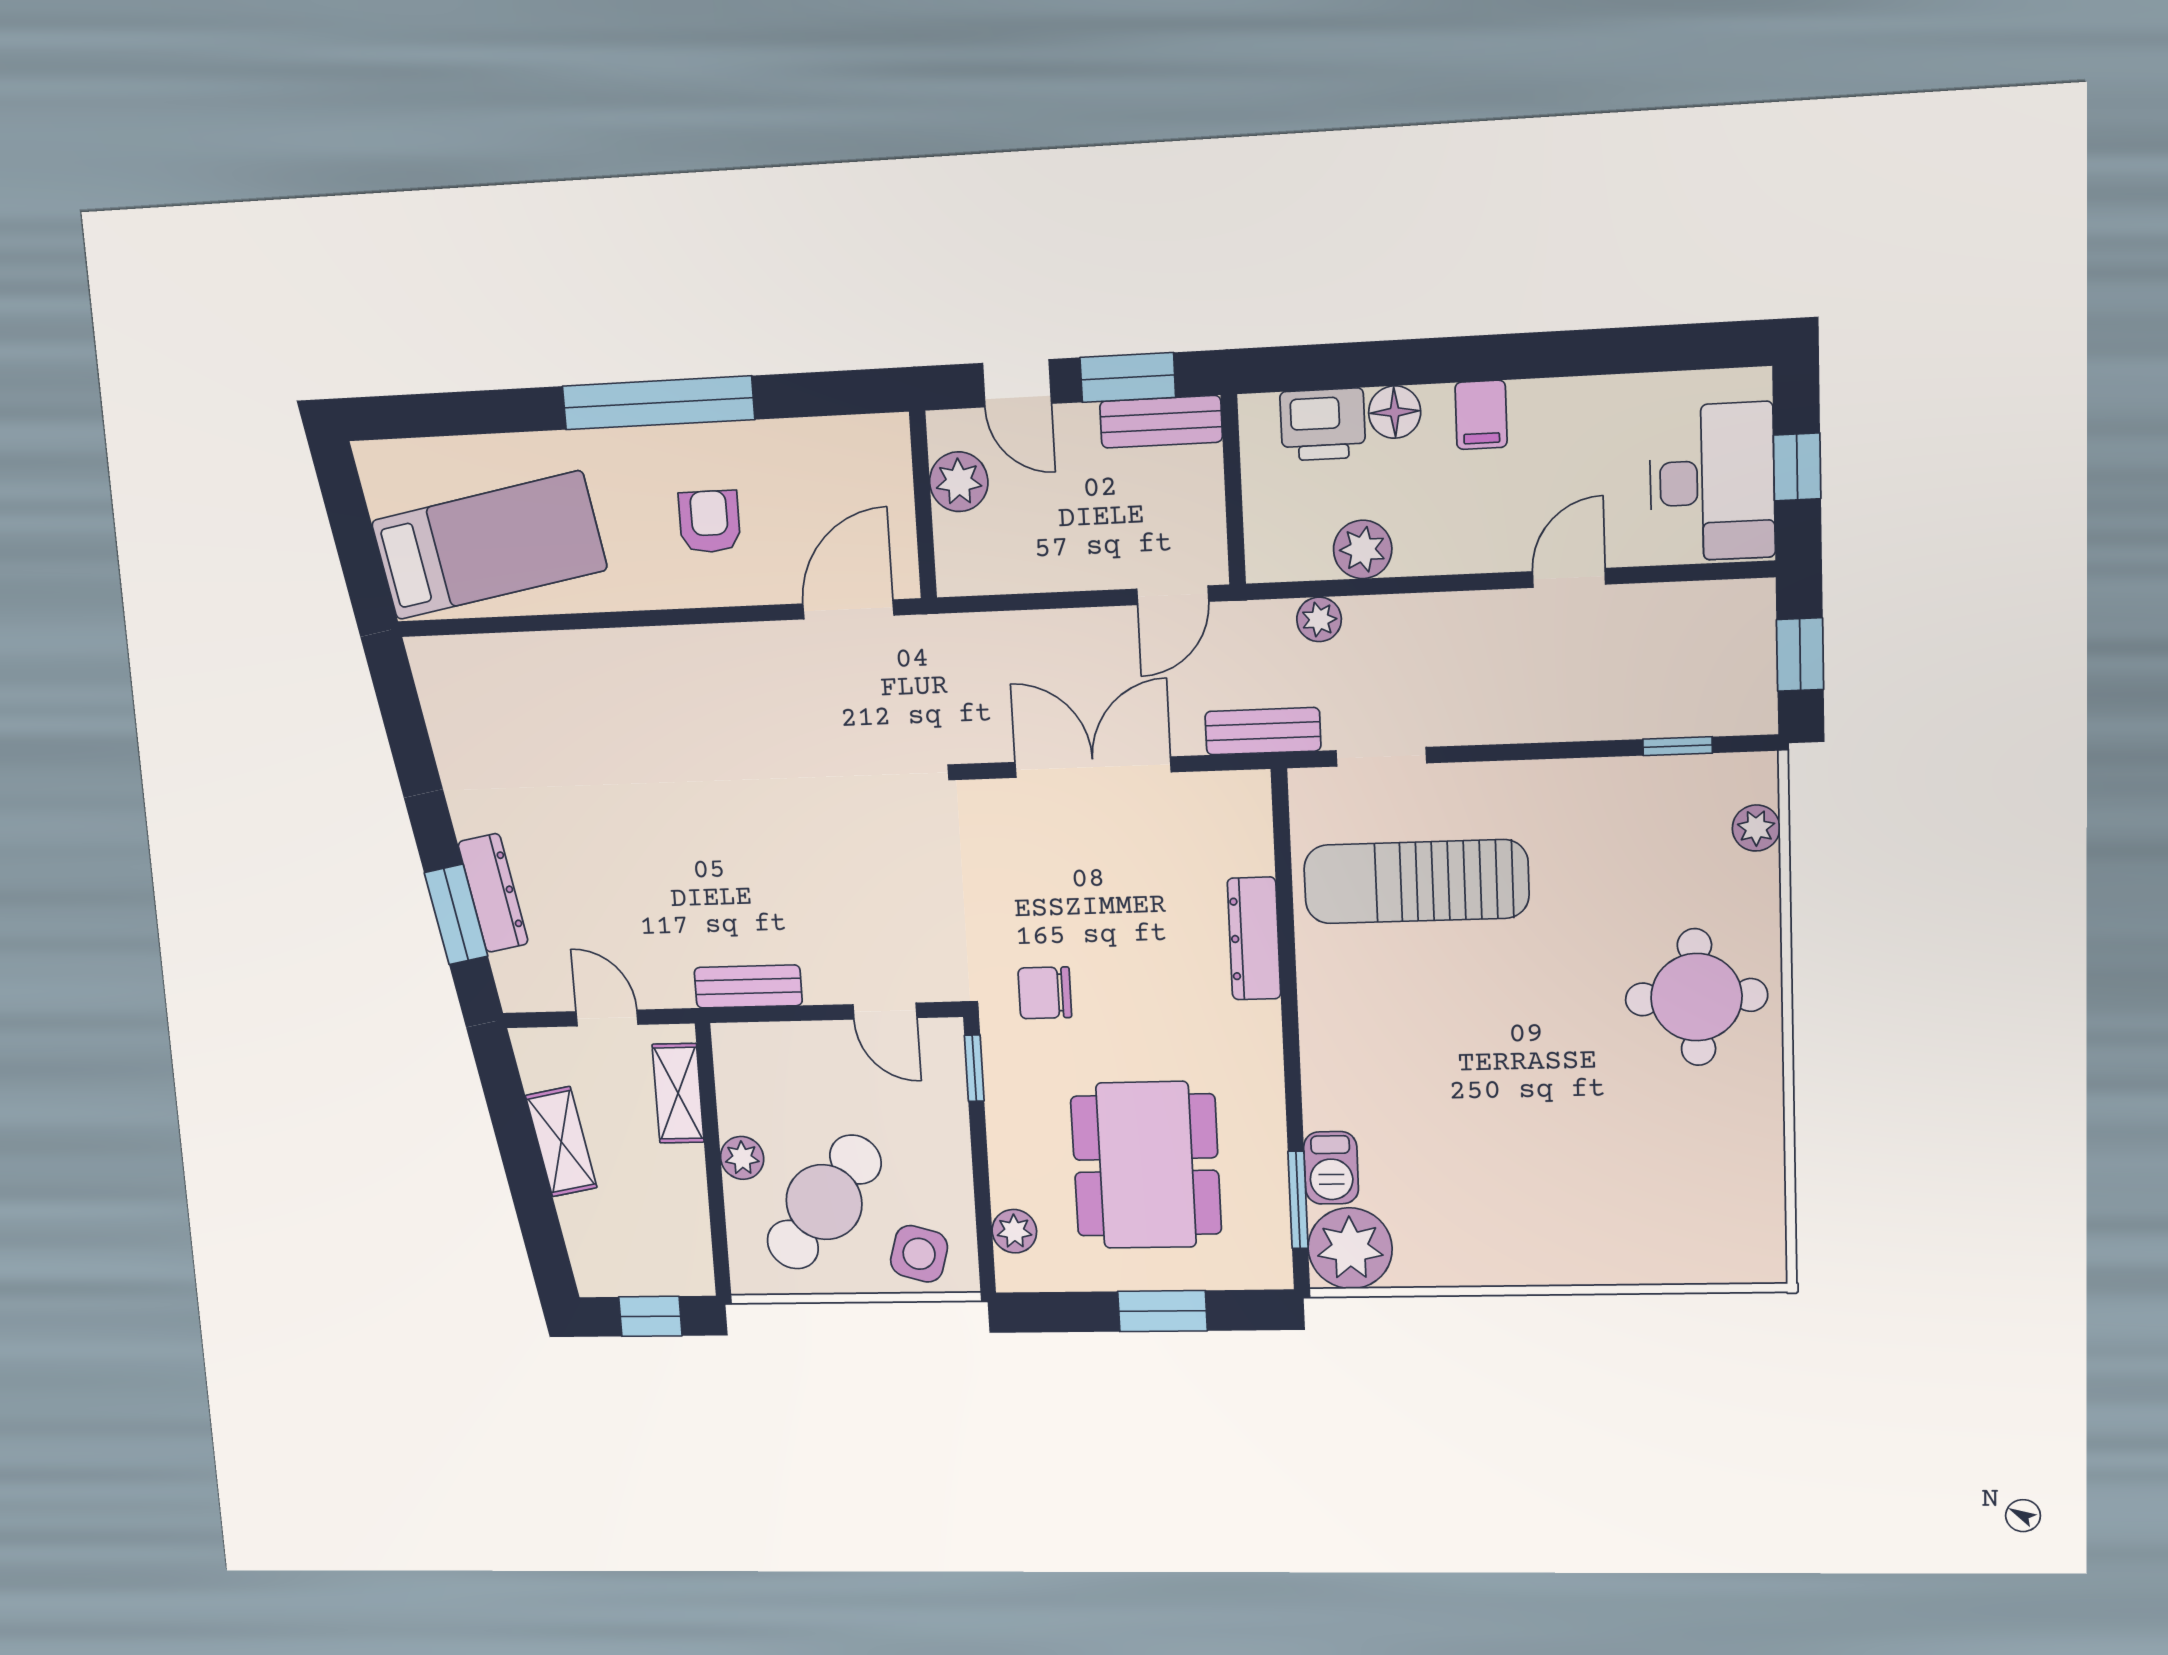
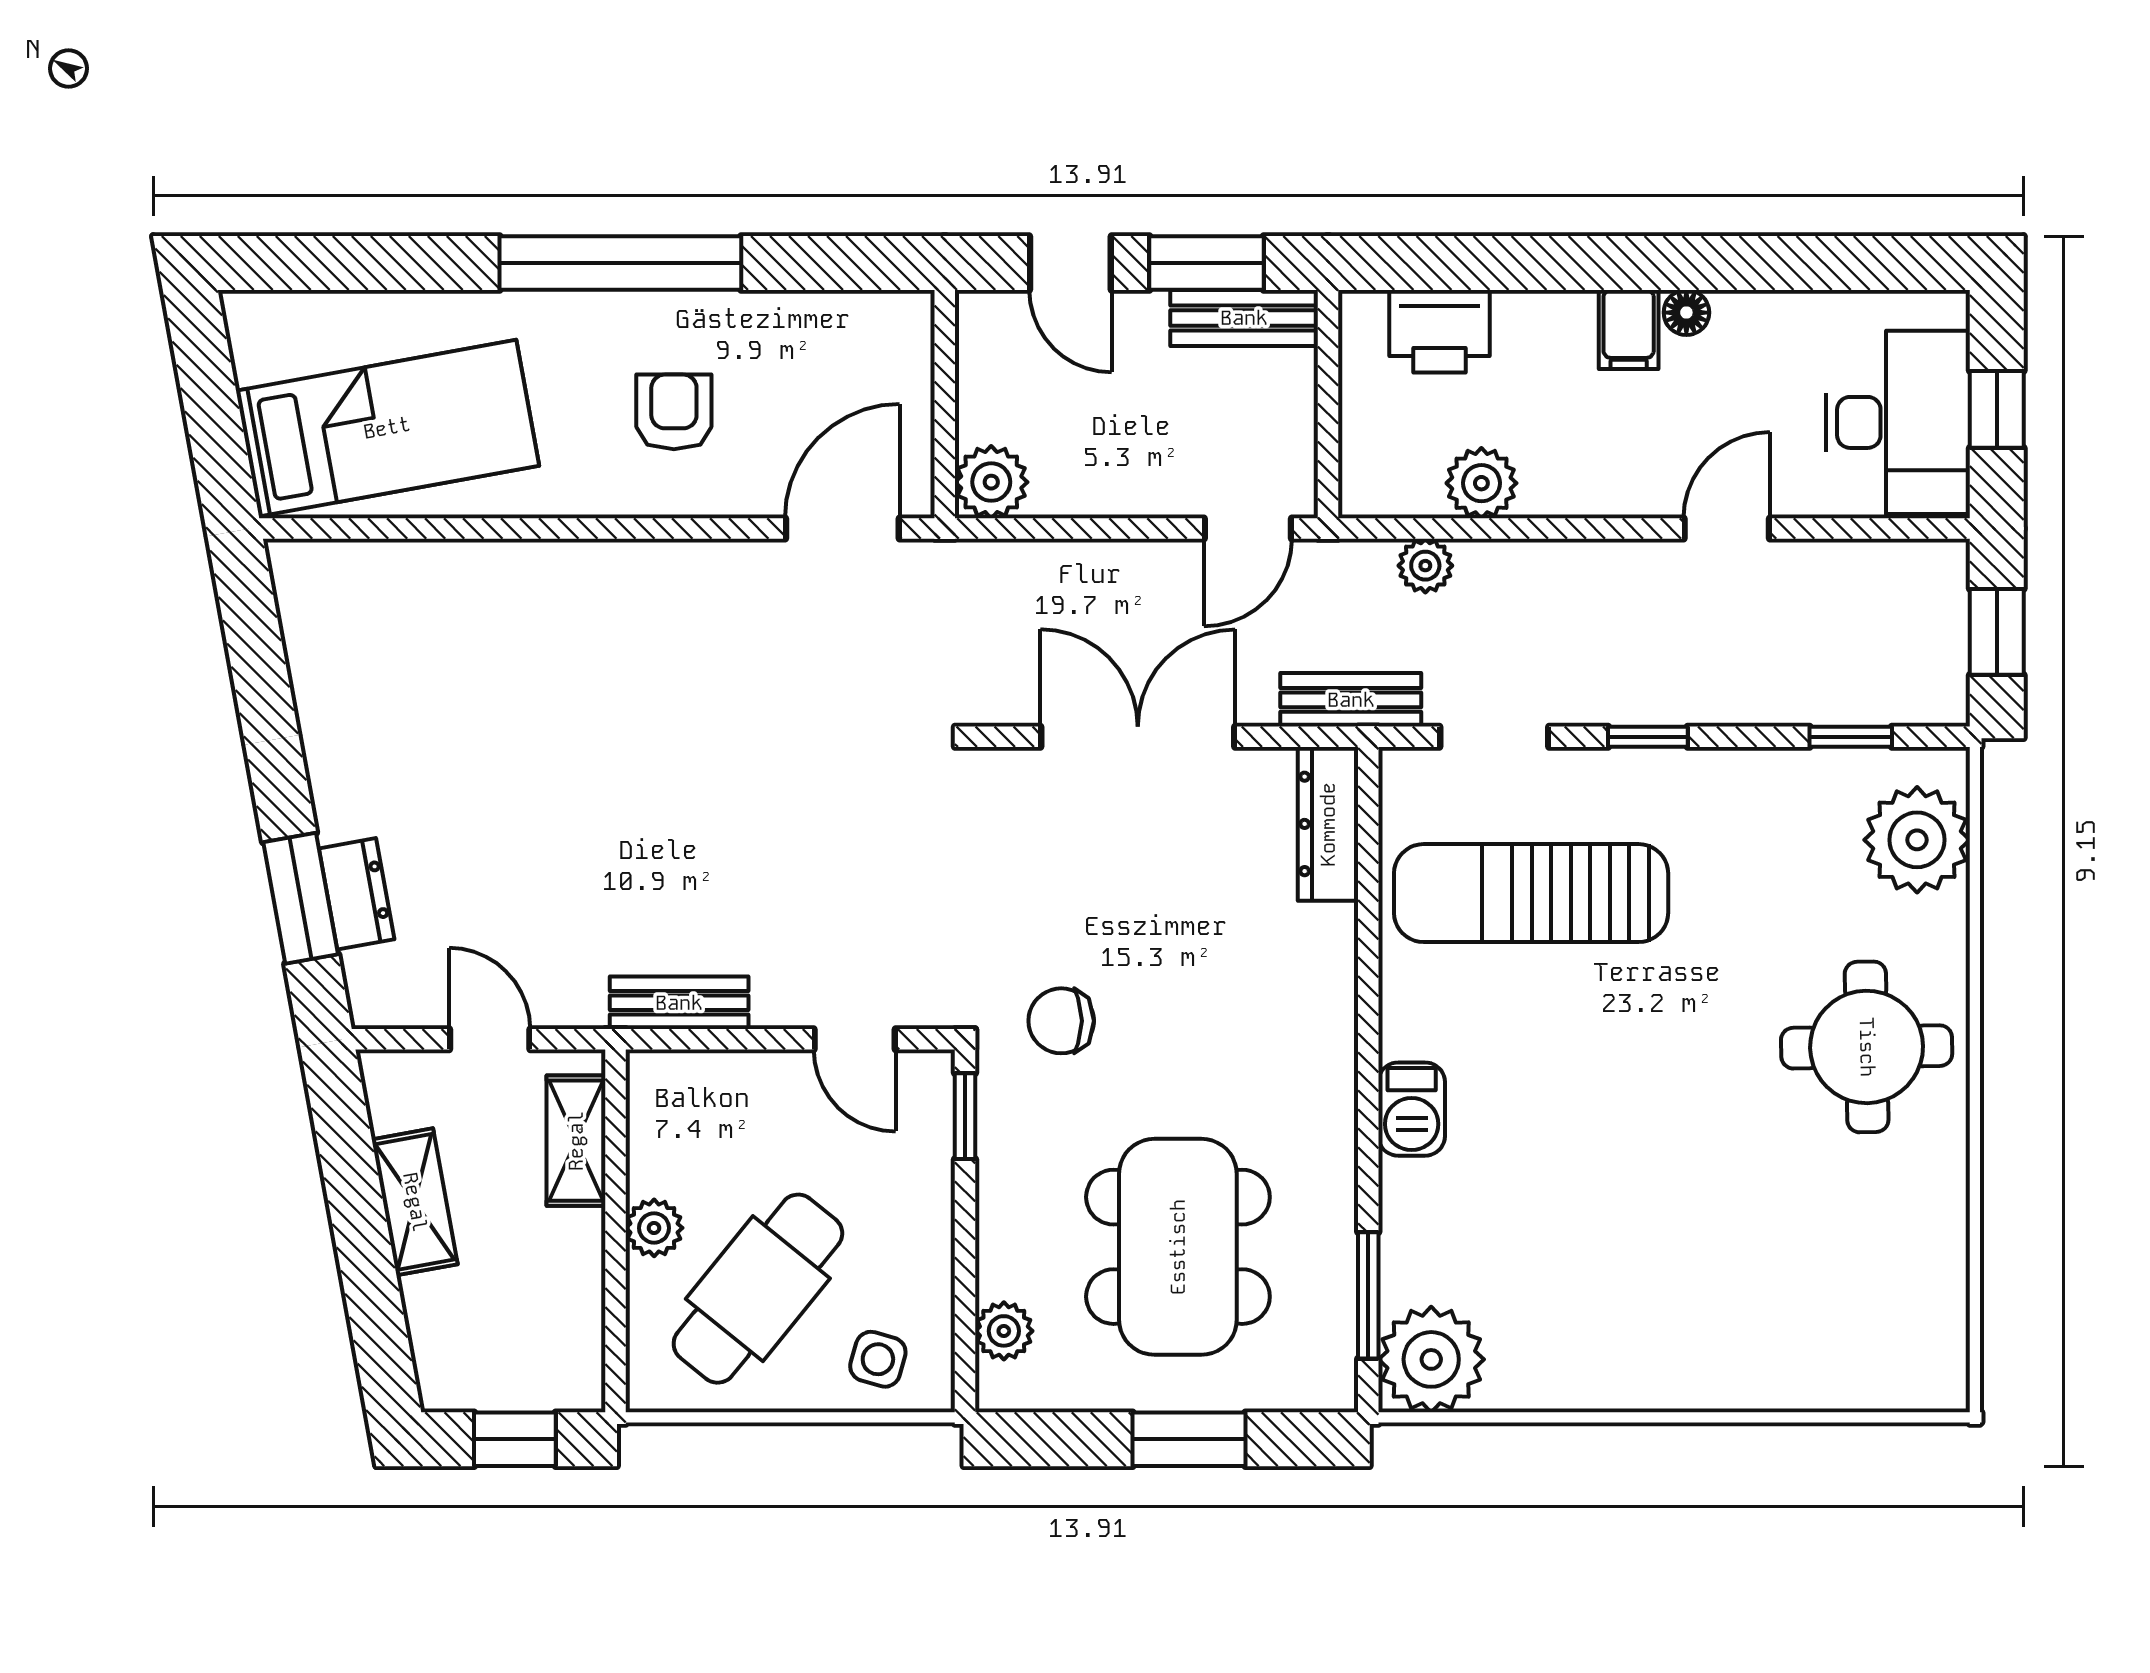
floor lamp: (1395, 412) -> (1686, 313), moved, width x0.73, depth x0.73
plant: (959, 482) -> (991, 482), moved
window: (1508, 752) -> (1648, 737), added
plant: (1756, 828) -> (1917, 840), width x1.88, depth x1.88
dresser: (493, 893) -> (357, 894), width x0.70
dresser: (1254, 938) -> (1328, 824), moved
barbecue: (1331, 1168) -> (1412, 1109), moved
side table: (919, 1254) -> (878, 1359), width x0.73, depth x0.73

